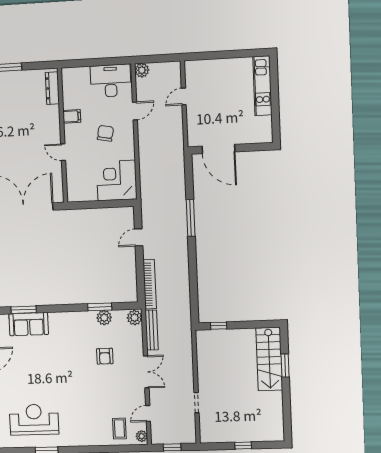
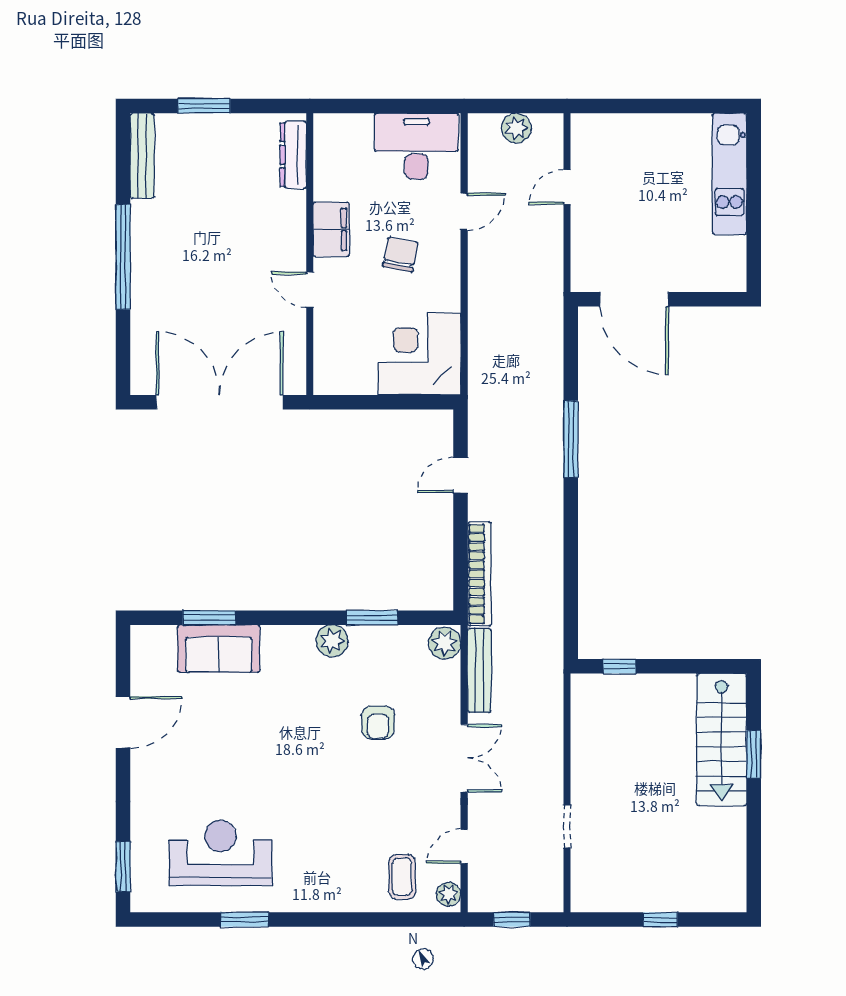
plant: (142, 70) -> (516, 128), moved
filing cabinet: (72, 116) -> (331, 229), width x2.00
plant: (104, 318) -> (332, 641), moved

